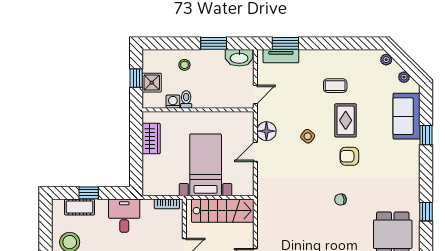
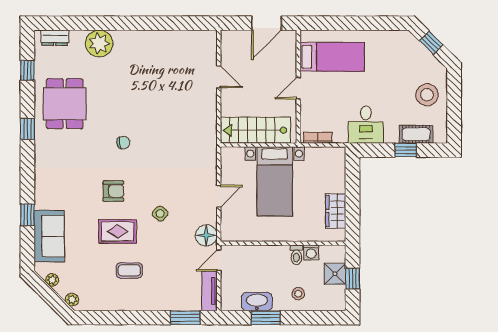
tv unit: (281, 56) -> (209, 291), moved, turned -90
washbasin: (239, 58) -> (257, 302), moved
rug: (346, 120) -> (118, 231), turned 90
floor lamp: (266, 131) -> (206, 235), moved

